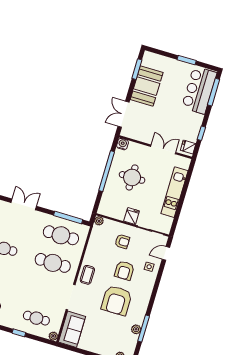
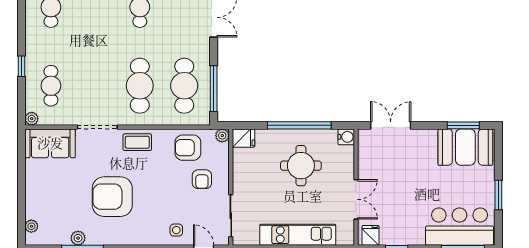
booth: (147, 86) -> (465, 147), moved
fridge: (132, 216) -> (244, 138), moved
armchair: (124, 270) -> (188, 148), moved

